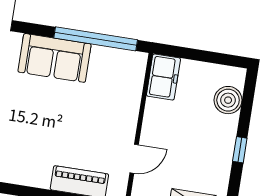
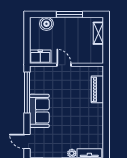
window: (240, 150) -> (70, 14), width x2.17
door: (134, 159) -> (64, 65), moved

